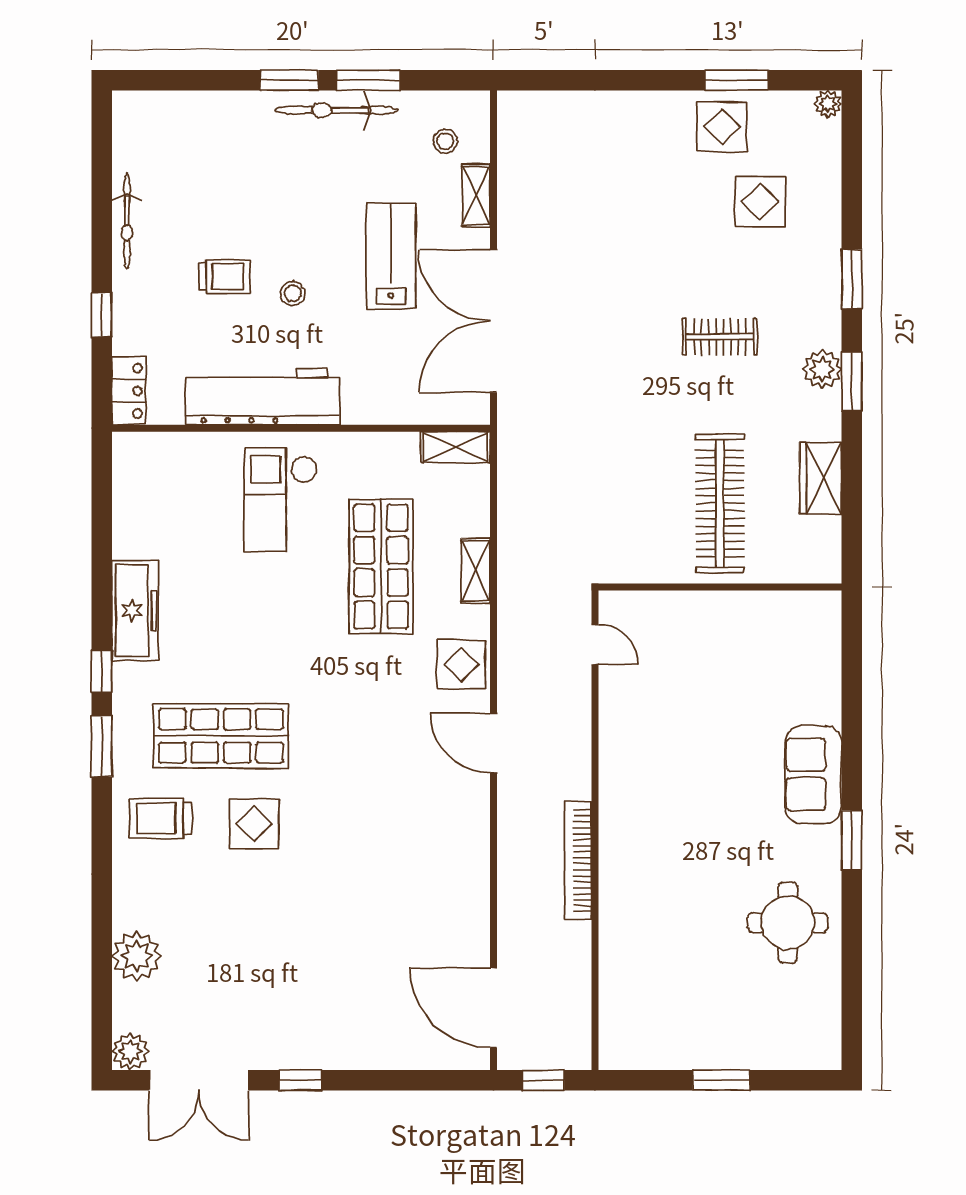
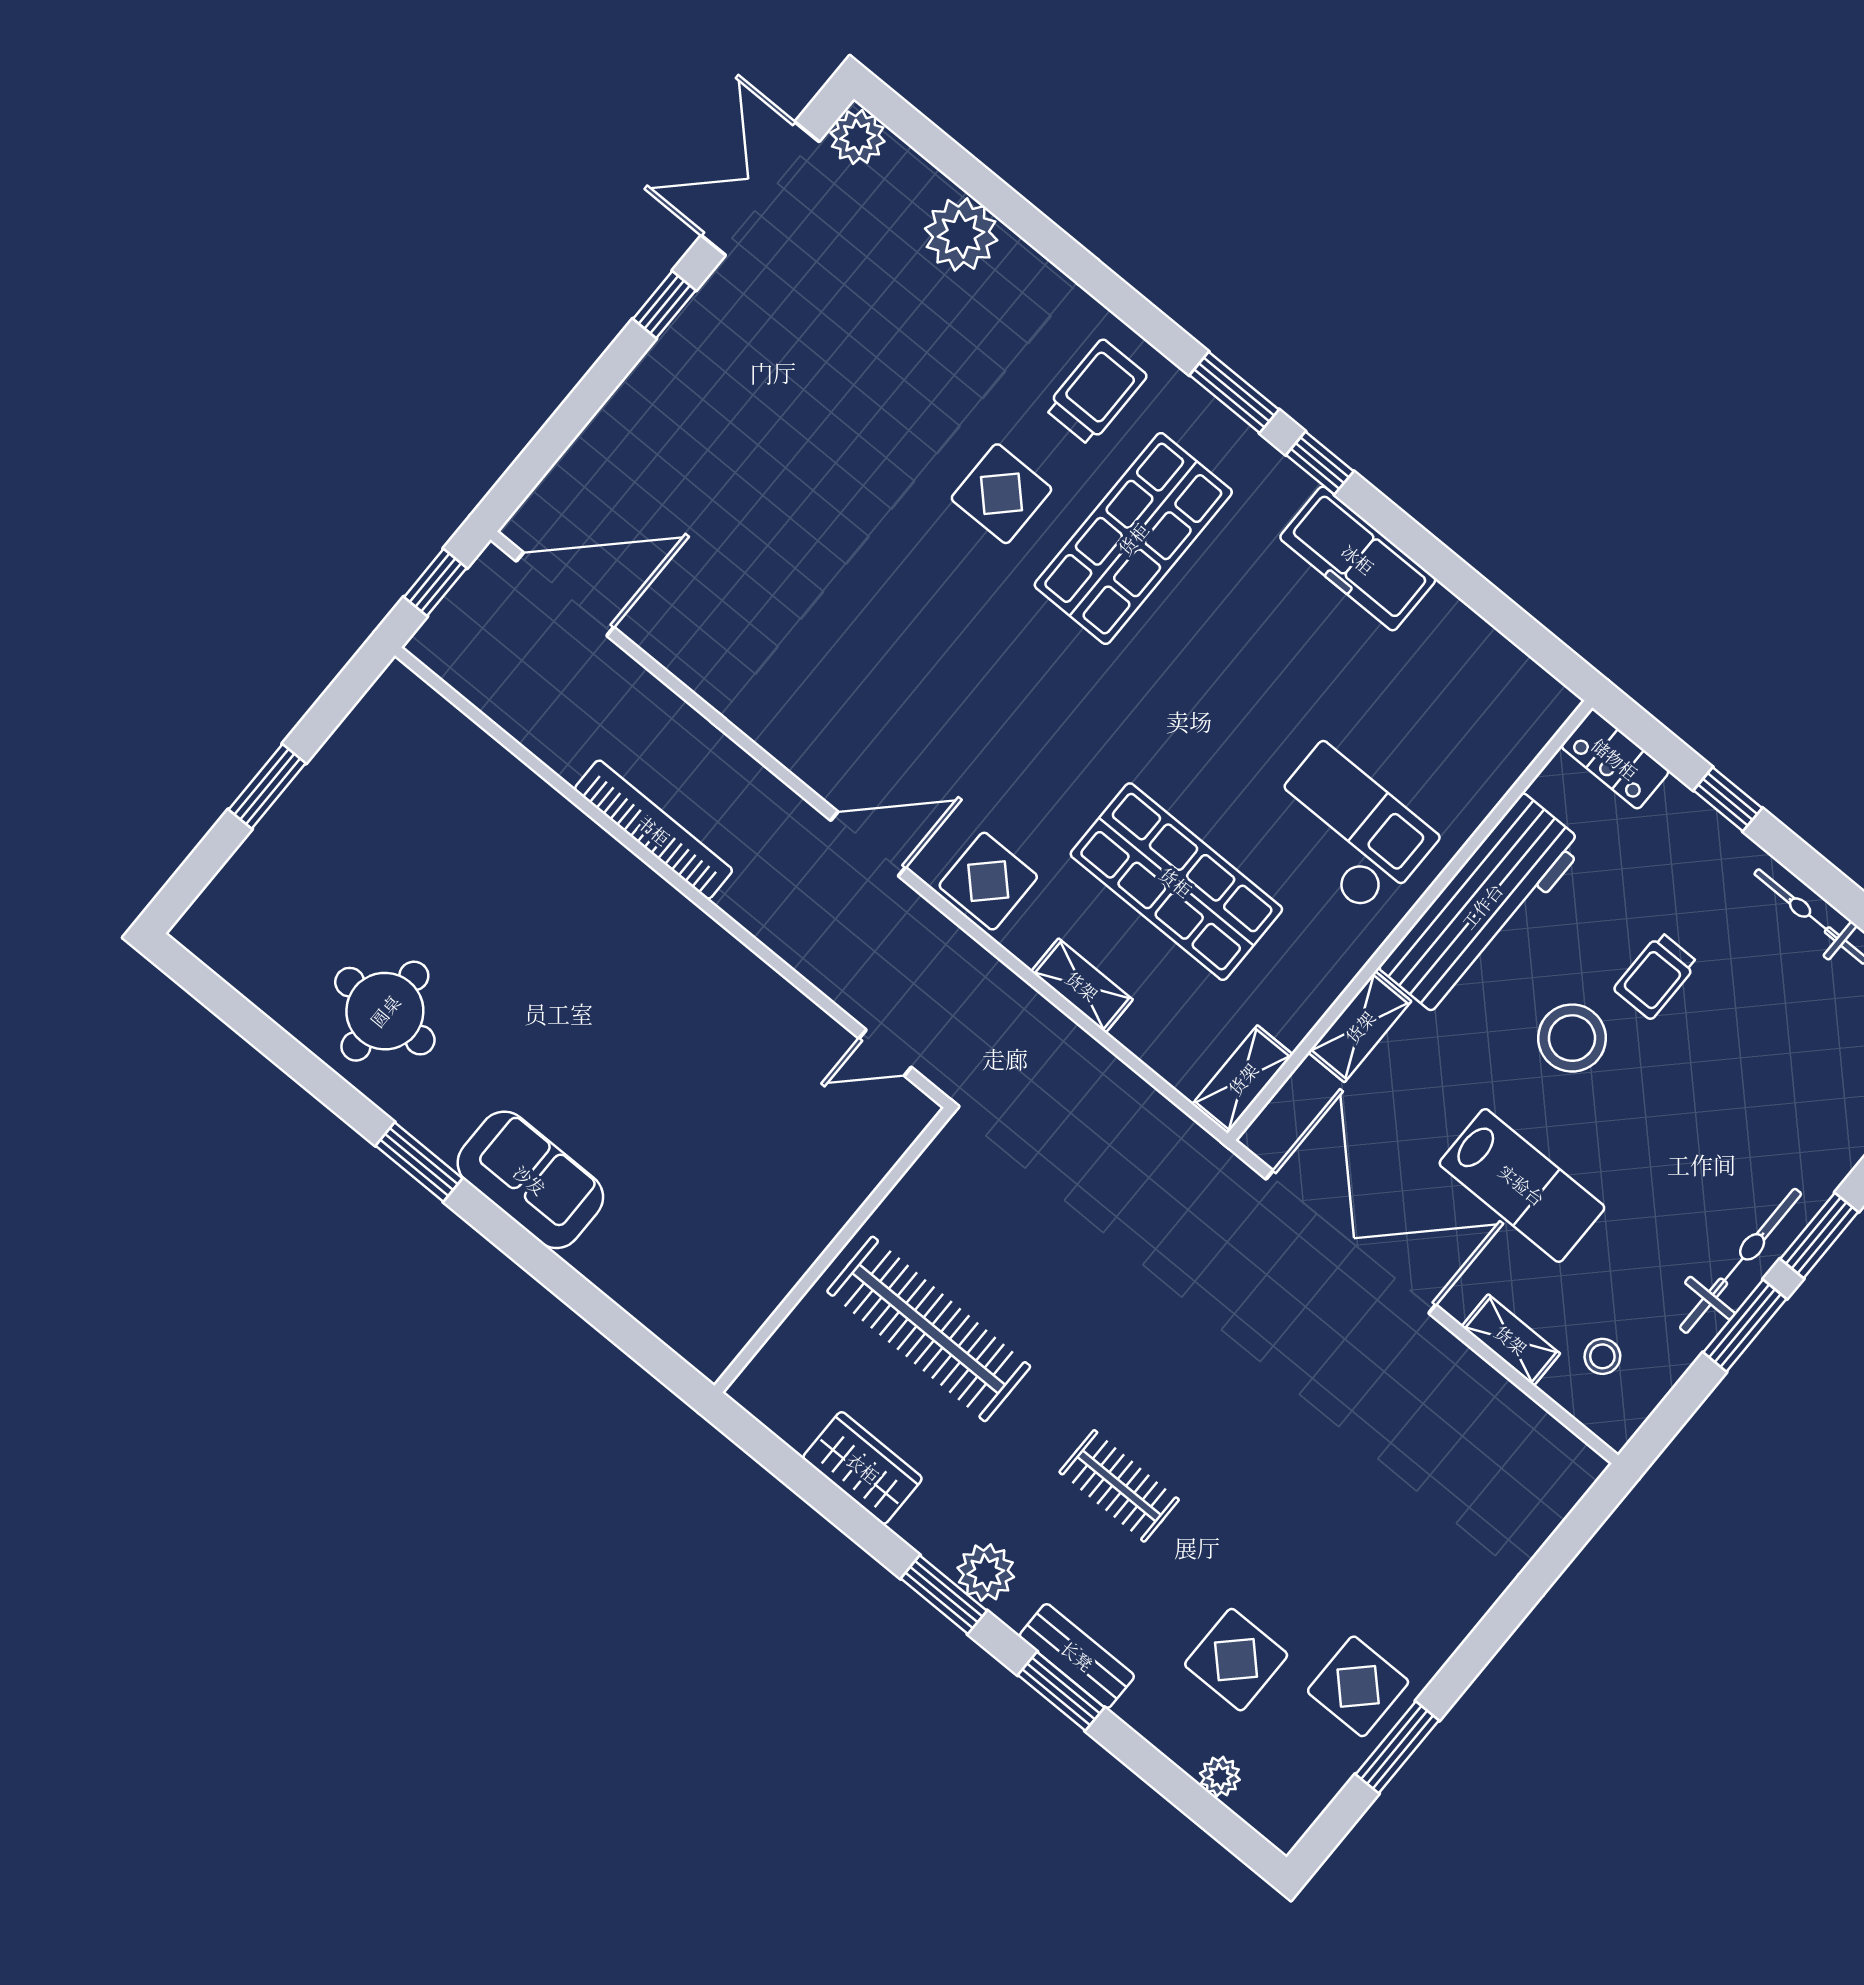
plant: (828, 104) -> (1220, 1777), moved
bench: (827, 286) -> (1077, 1656), added
stool: (293, 293) -> (1572, 1038), width x1.89, depth x1.89
clothes rail: (720, 337) -> (1119, 1486), turned 90
shelving: (378, 409) -> (1360, 1027), added

